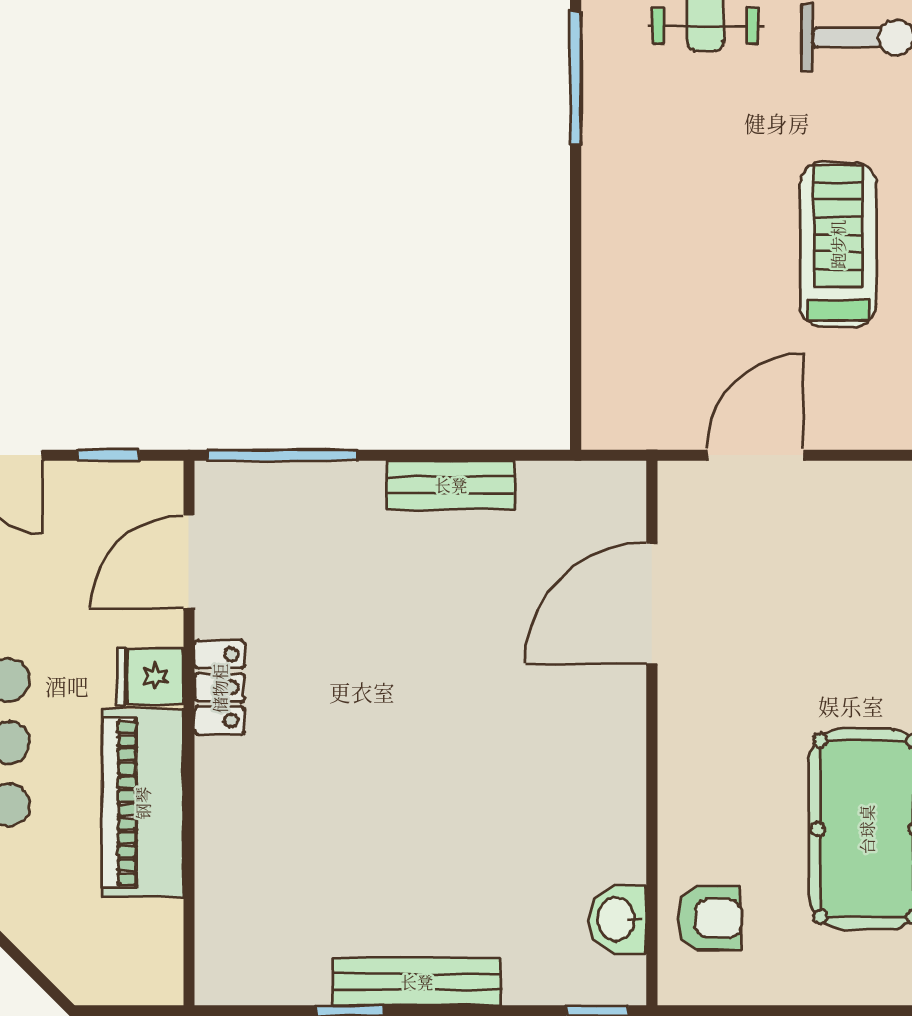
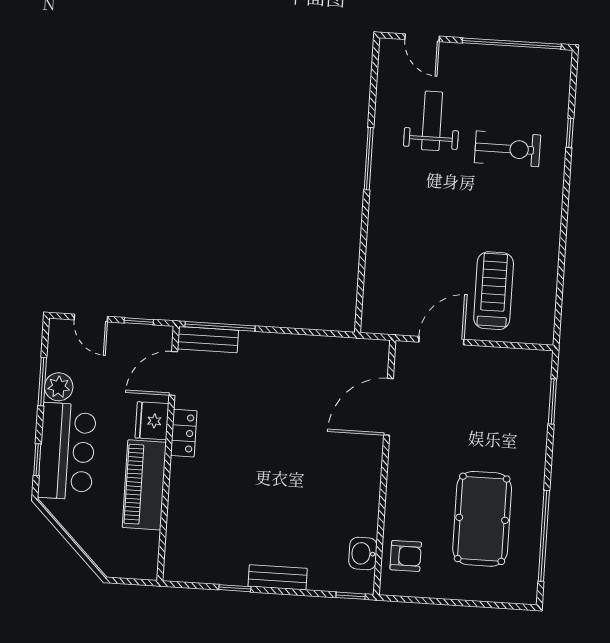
treadmill: (838, 244) -> (494, 291), moved
bench: (451, 485) -> (208, 340), moved
fridge: (150, 676) -> (152, 421), width x1.38
bench: (417, 982) -> (278, 577), width x0.73

